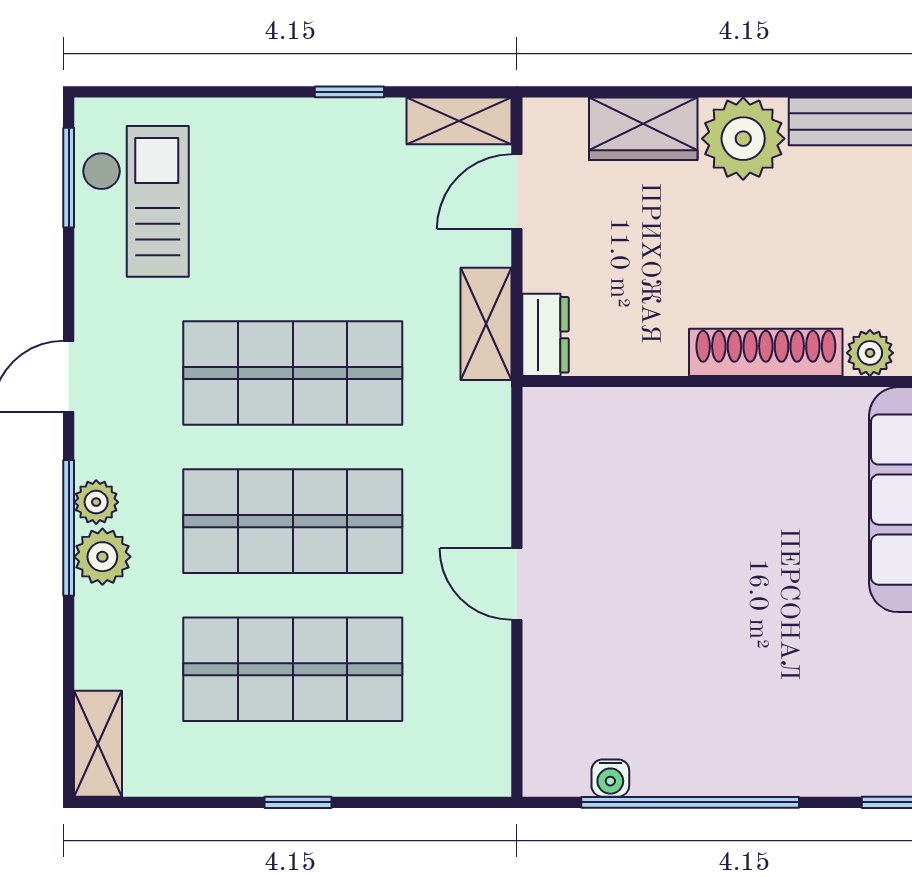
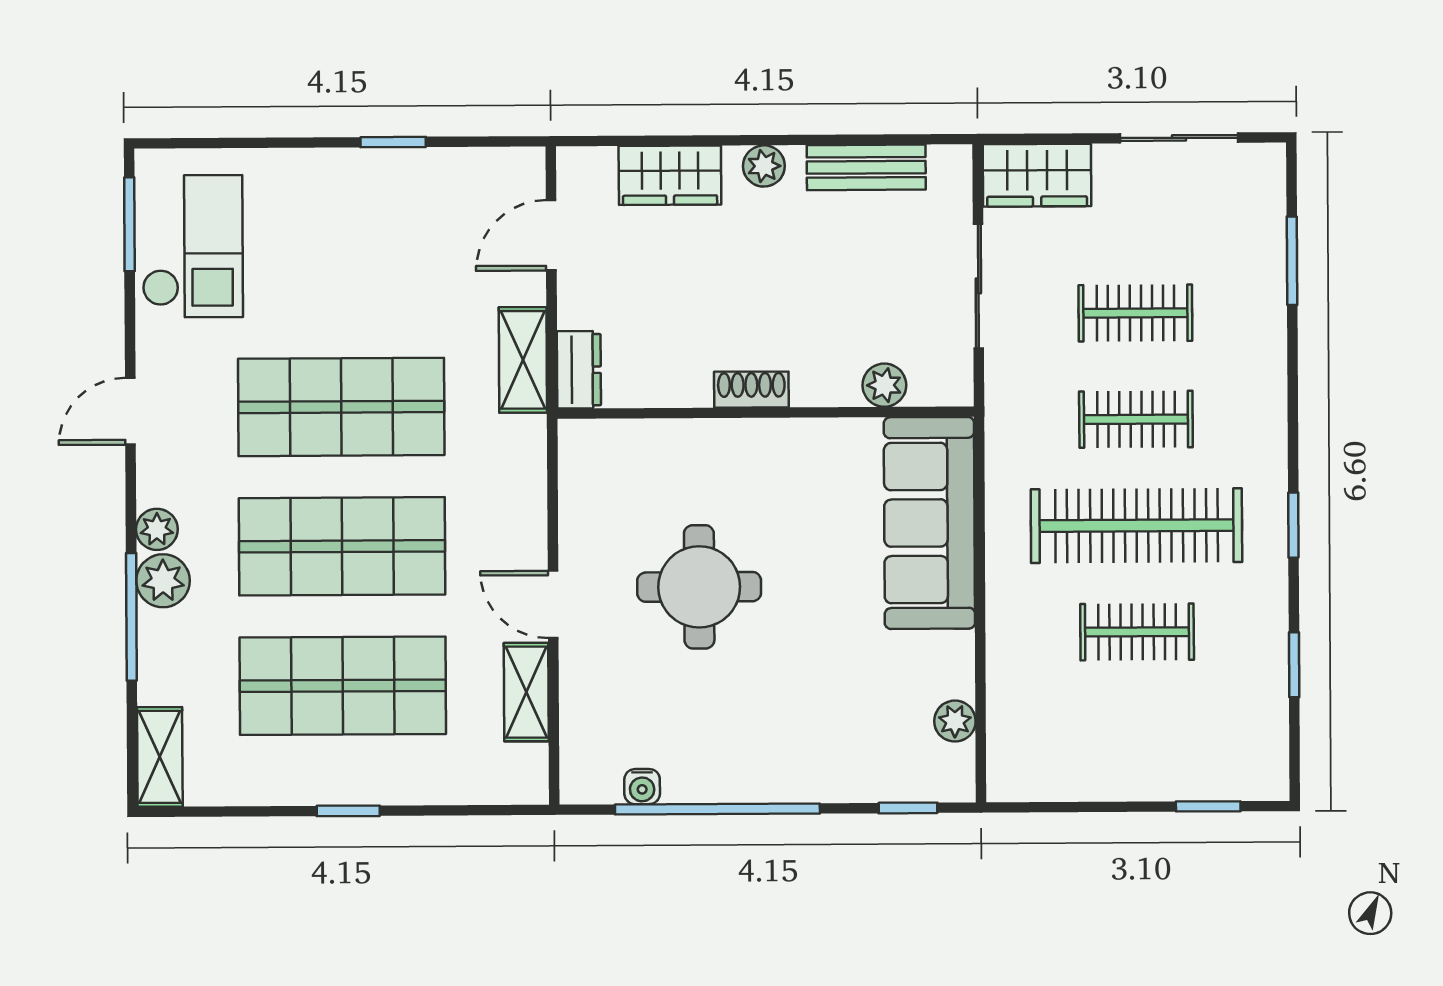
shelving: (459, 121) -> (526, 692), moved, turned 90
plant: (743, 139) -> (764, 166), width x0.53, depth x0.53
shoe rack: (766, 352) -> (751, 390), width x0.51, depth x0.81
window: (69, 528) -> (131, 617), moved
round table: (672, 566) -> (699, 587), added

